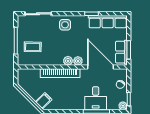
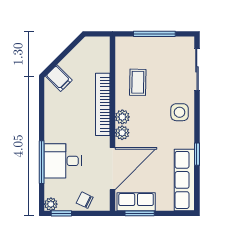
coffee table: (33, 47) -> (138, 82), moved

